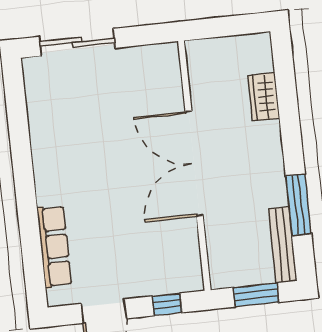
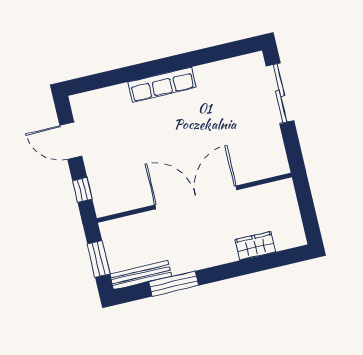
row of seats: (54, 247) -> (162, 85), moved

